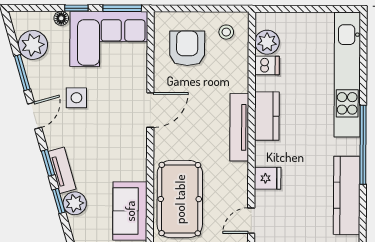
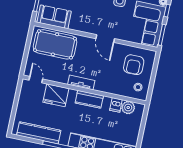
armchair: (187, 48) -> (134, 65), turned 90
tv unit: (239, 127) -> (81, 82), width x0.71
fridge: (268, 178) -> (56, 95), width x1.88, depth x1.34

